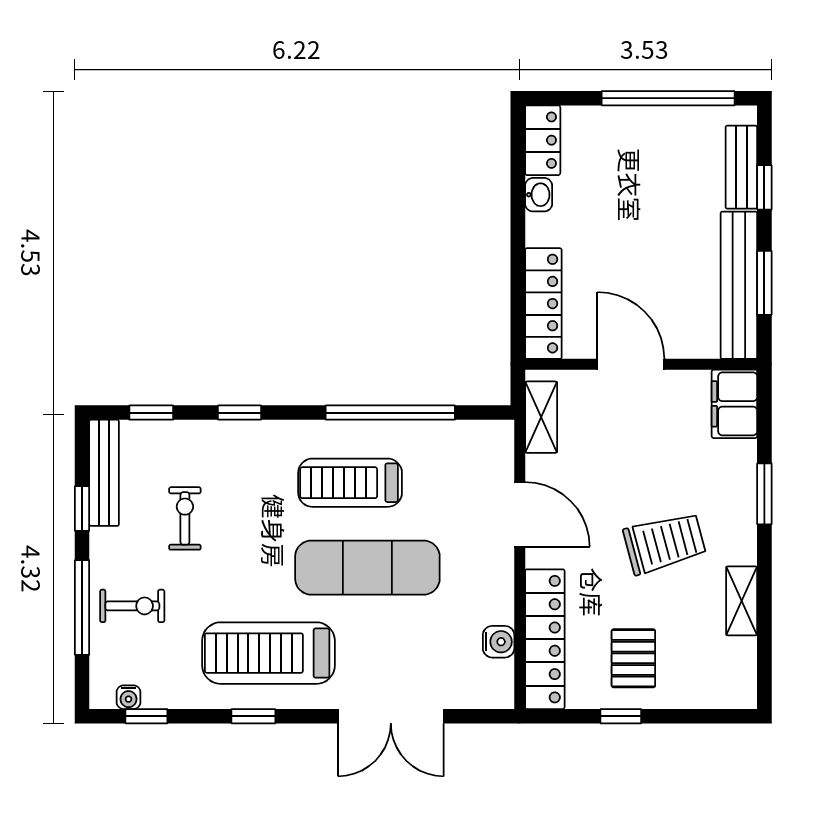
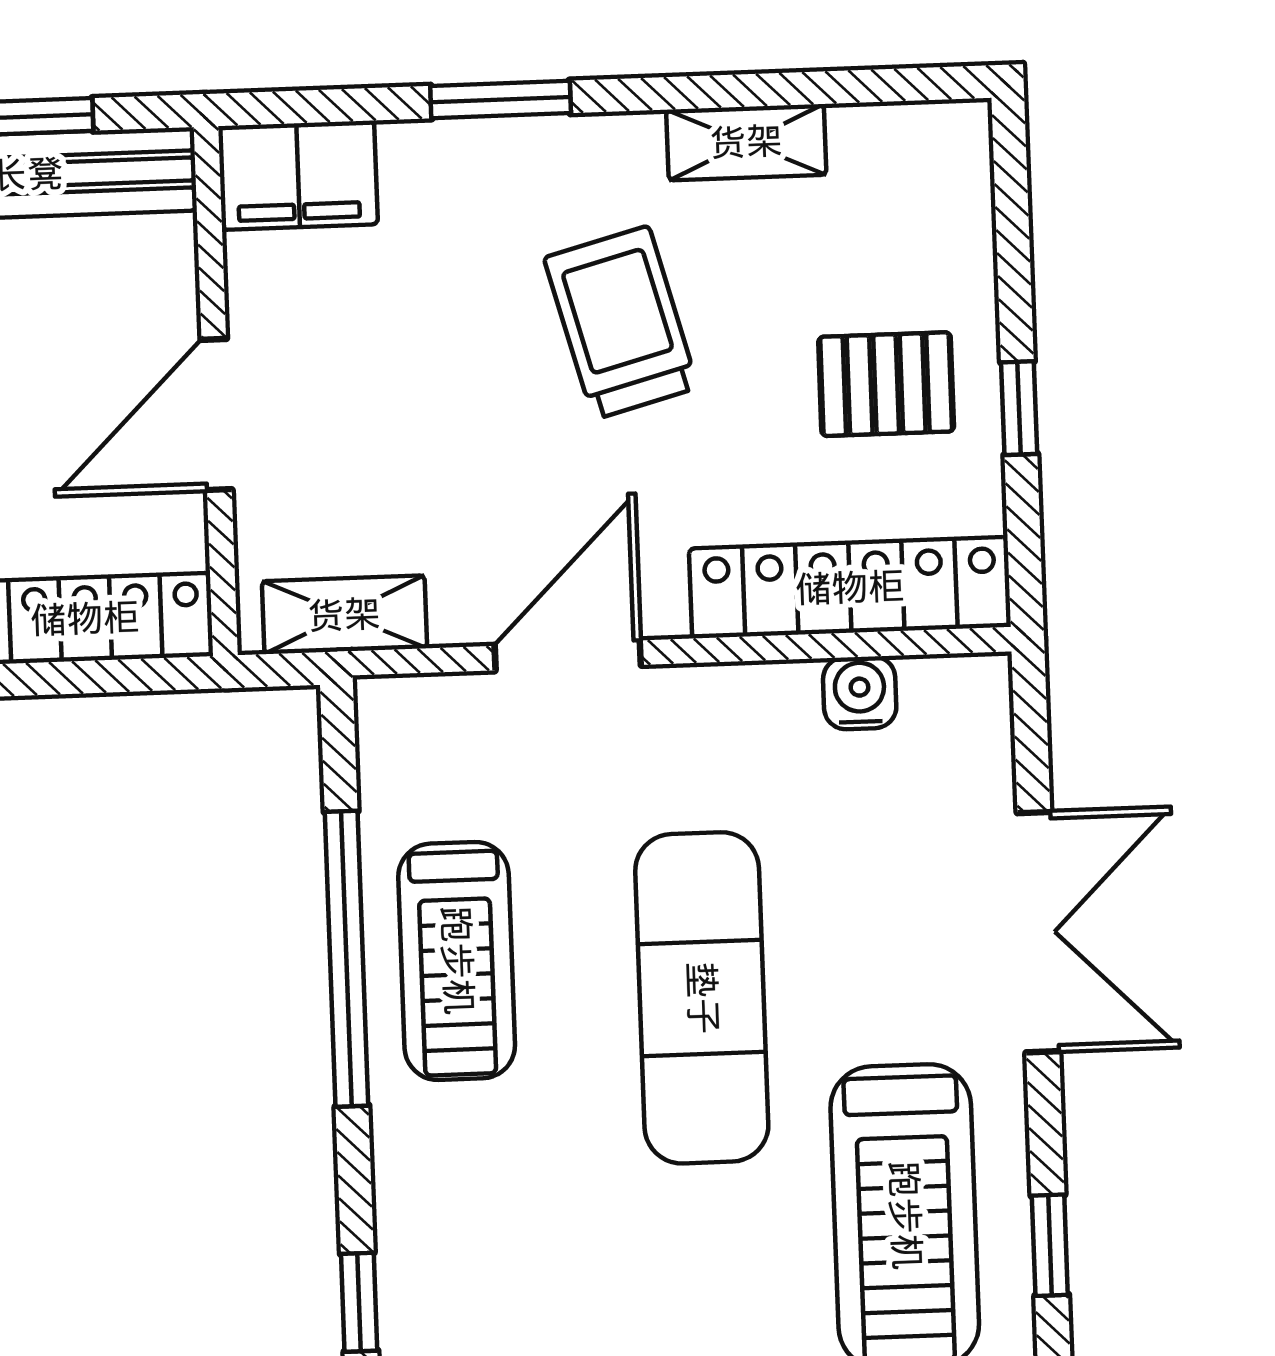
treadmill: (350, 483) -> (457, 961), moved

